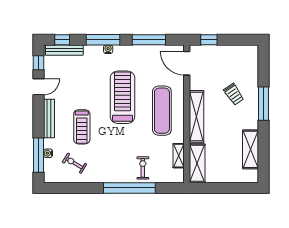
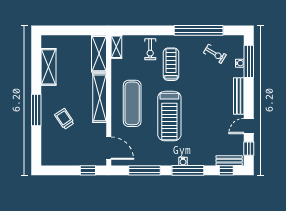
bench: (64, 50) -> (229, 161), width x0.73
treadmill: (82, 127) -> (171, 64), moved
shelving: (179, 156) -> (116, 47), moved
window: (129, 188) -> (199, 30), moved

